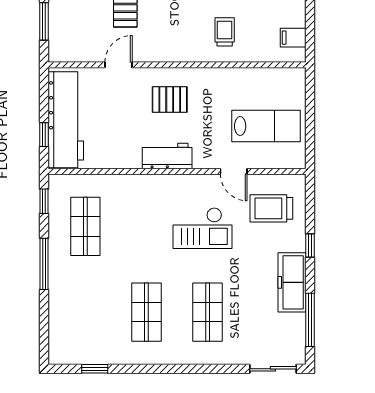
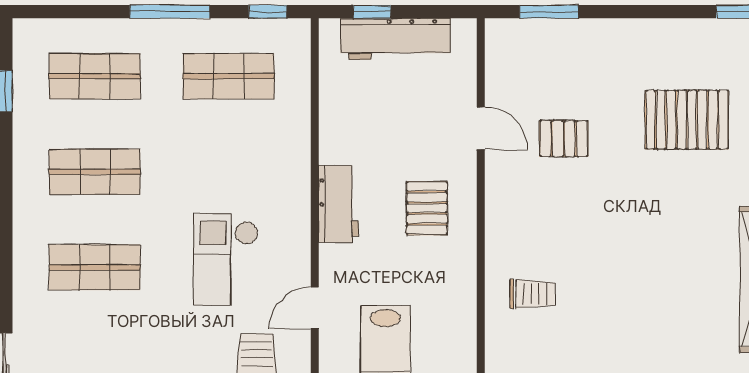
workbench: (66, 120) -> (395, 39), width x0.73, depth x0.76
shop shelf: (85, 312) -> (95, 76), added

